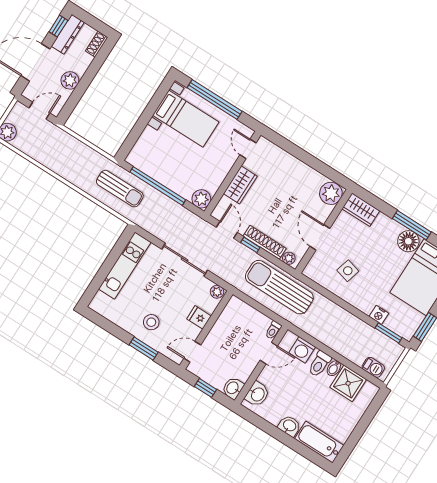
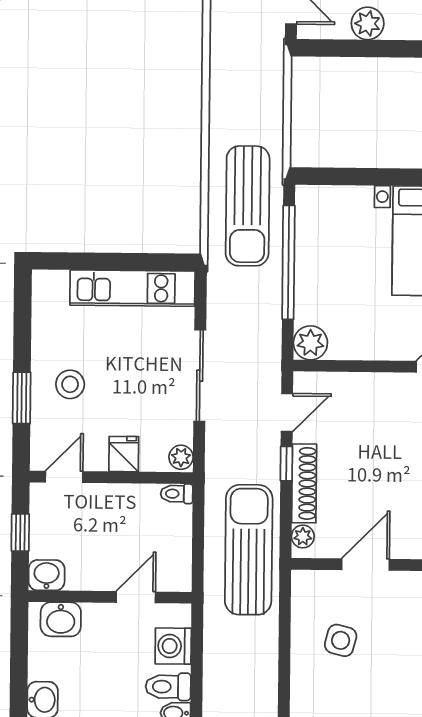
wardrobe: (240, 185) -> (370, 390), removed
sun lounger: (120, 189) -> (248, 206), width x1.36, depth x1.34
toilet: (273, 330) -> (177, 494), moved
door: (192, 352) -> (64, 477), hinge flipped
door: (269, 353) -> (136, 597), swing flipped

